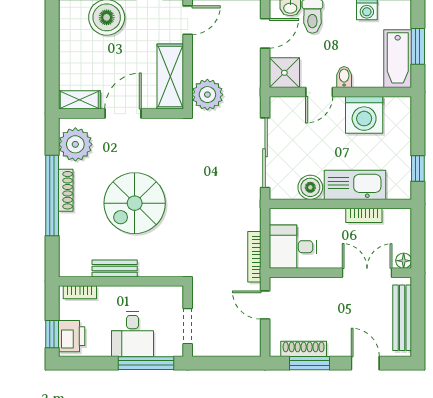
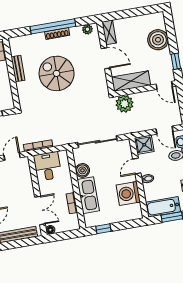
door: (319, 92) -> (137, 166), hinge flipped
plant: (75, 144) -> (87, 29), width x0.53, depth x0.53

